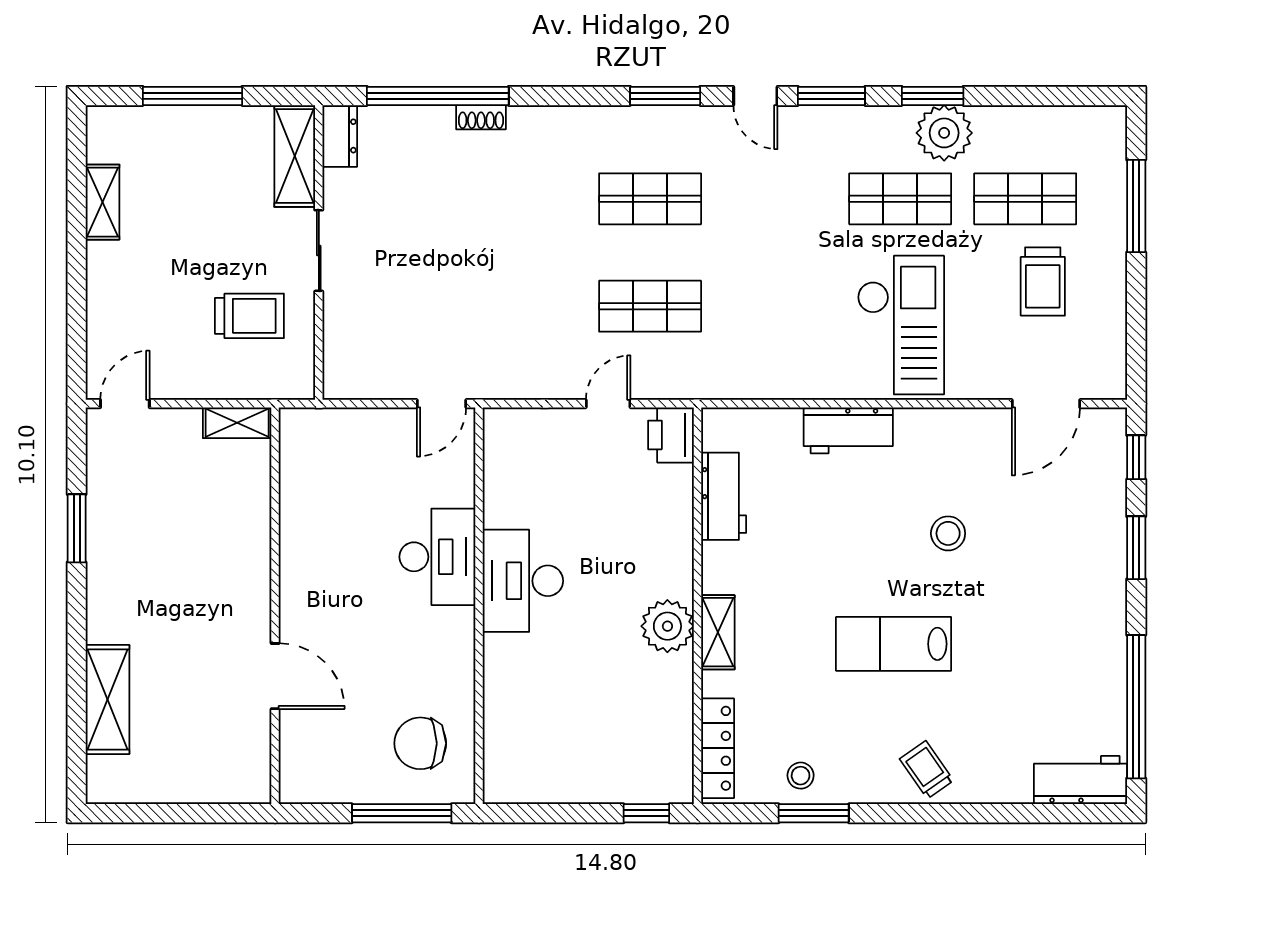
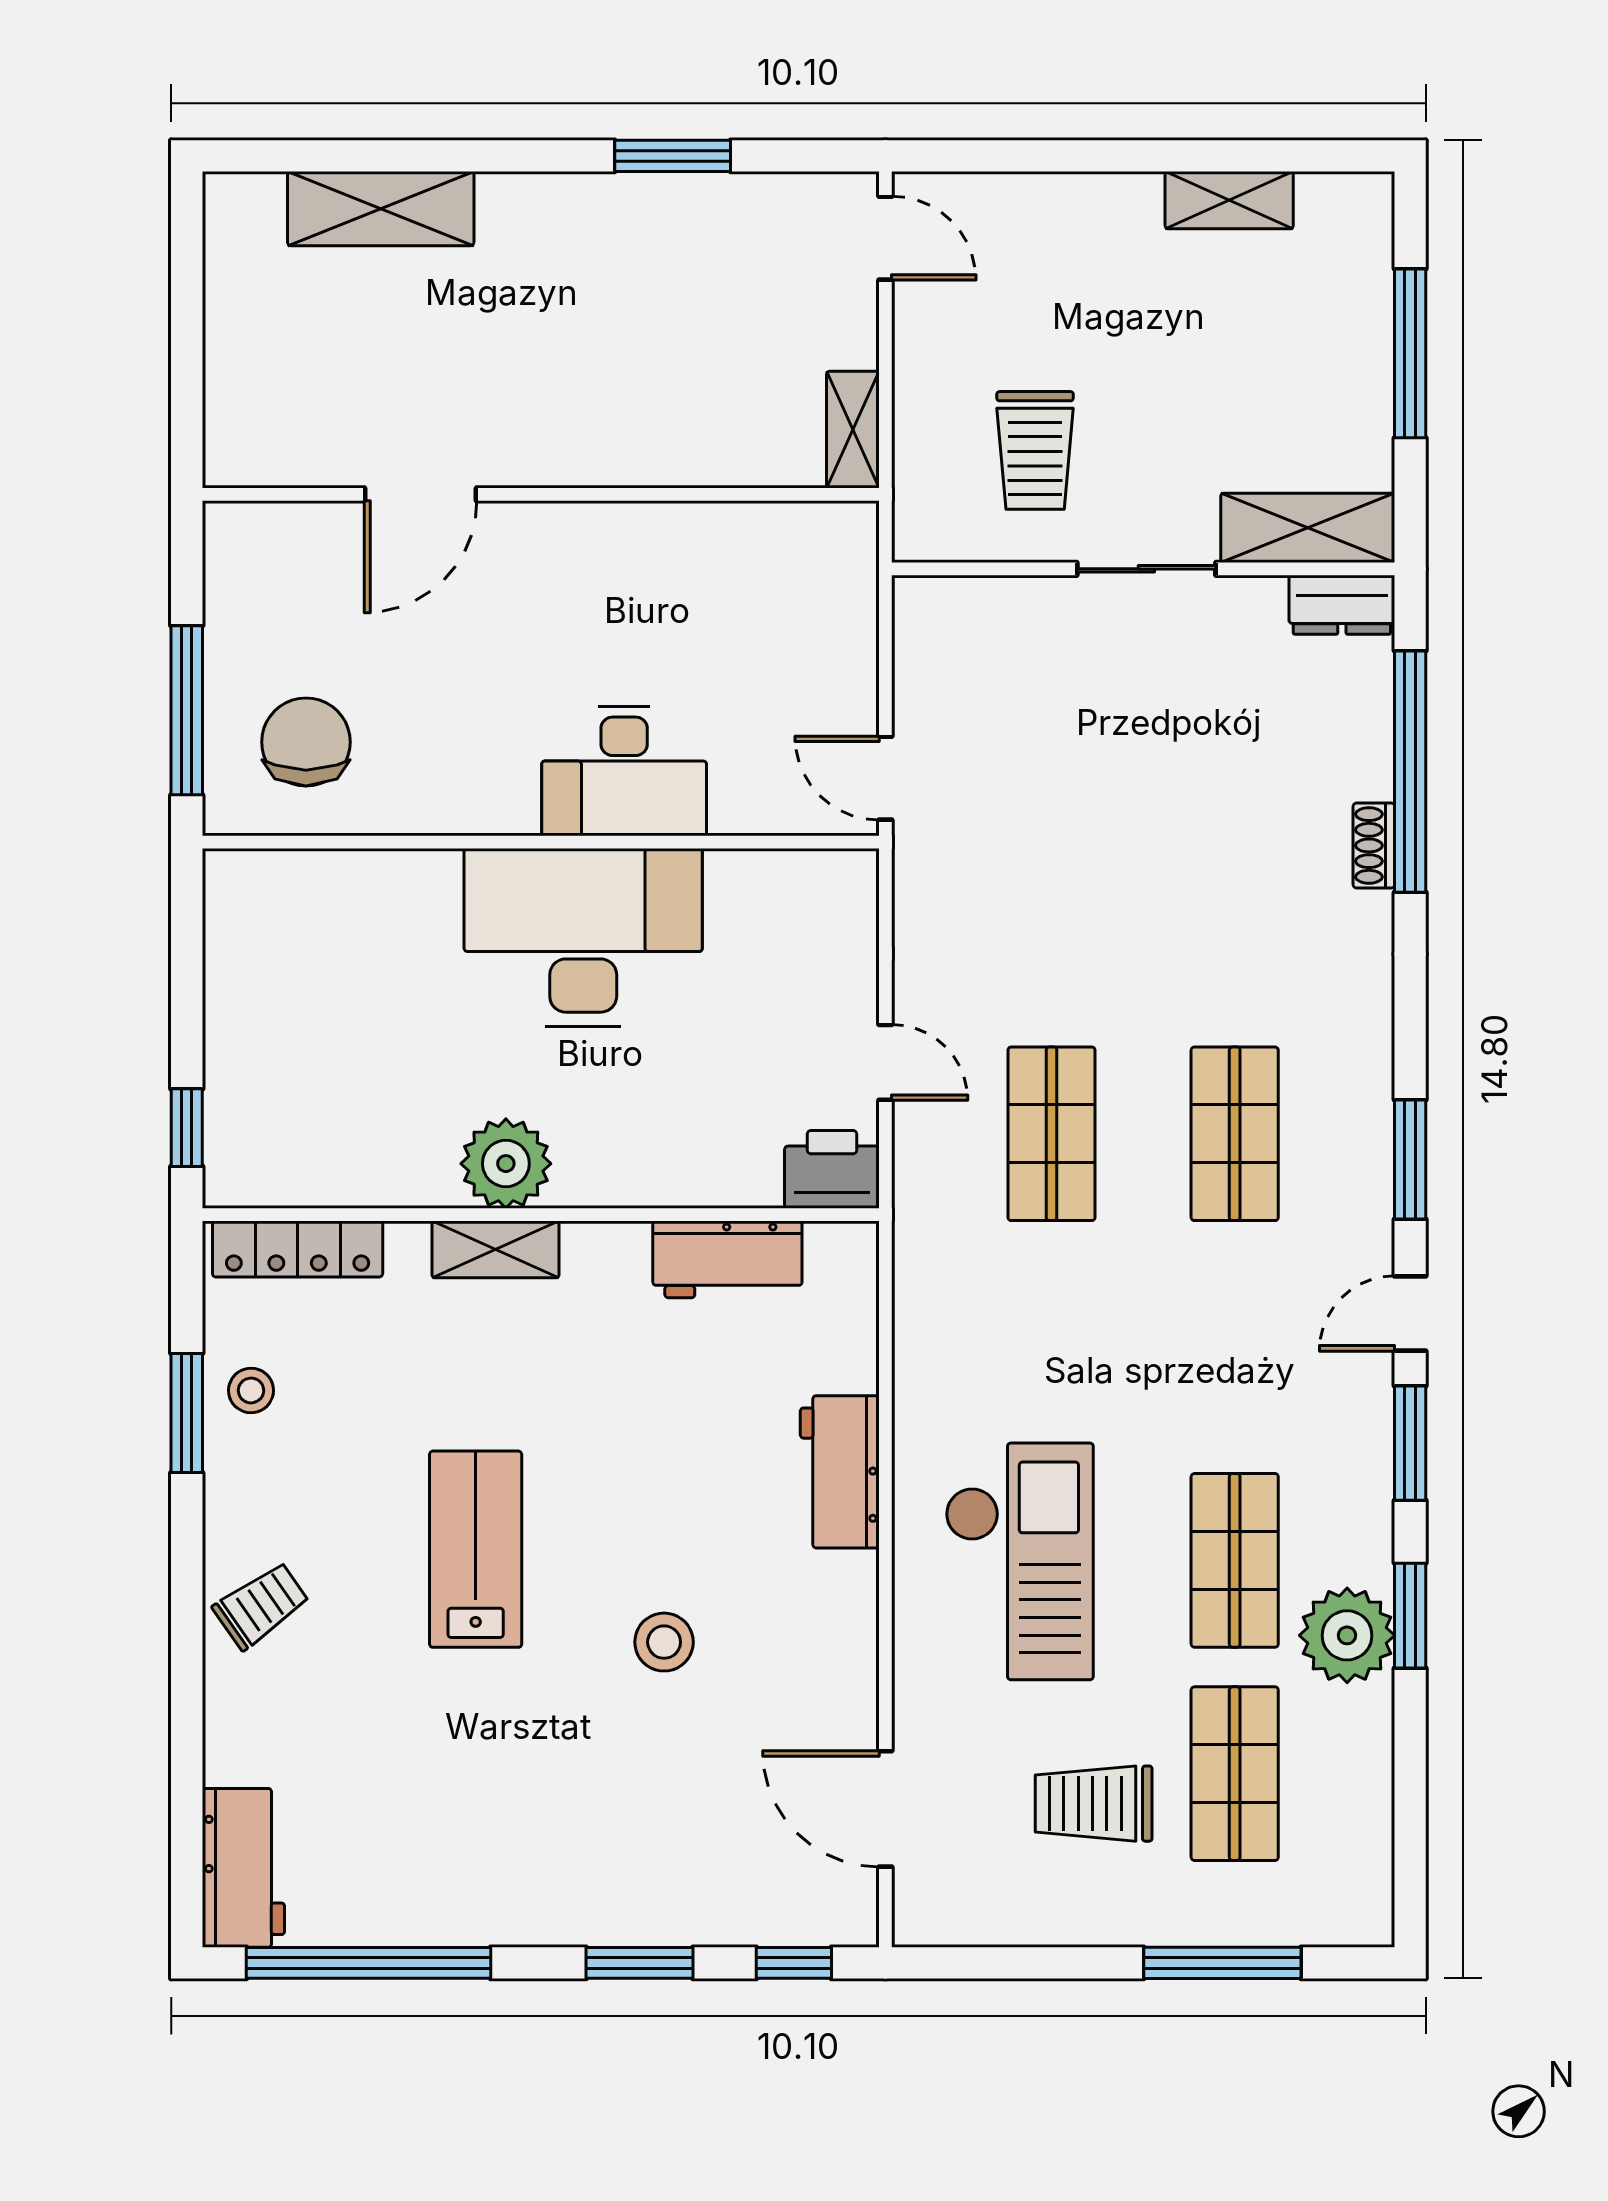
checkout: (901, 325) -> (1019, 1561), turned -90
desk: (523, 581) -> (583, 937), width x1.36, depth x1.30

